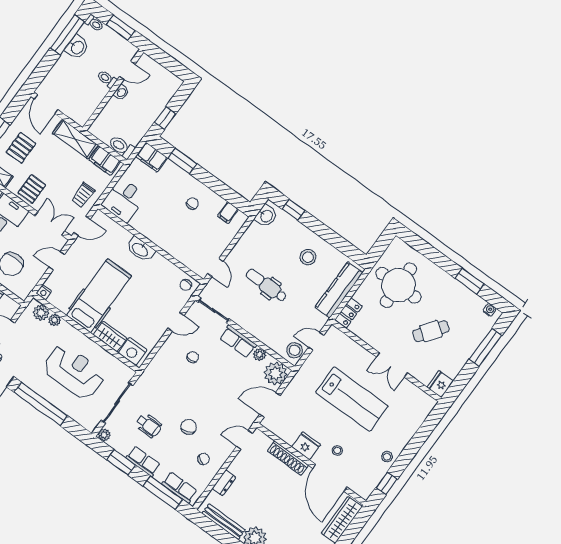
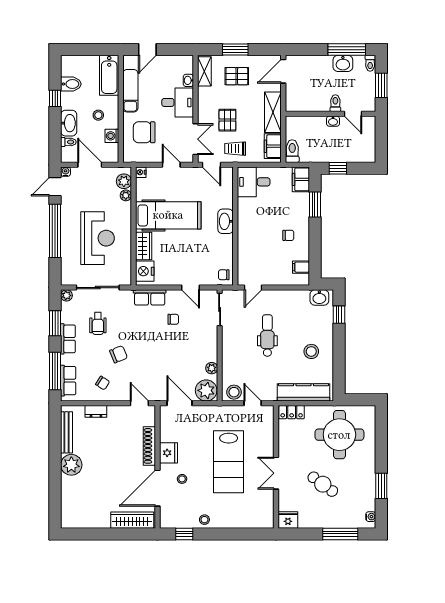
pallet: (32, 189) -> (227, 120), moved, turned 90
row of seats: (238, 341) -> (150, 297), moved, turned -90

